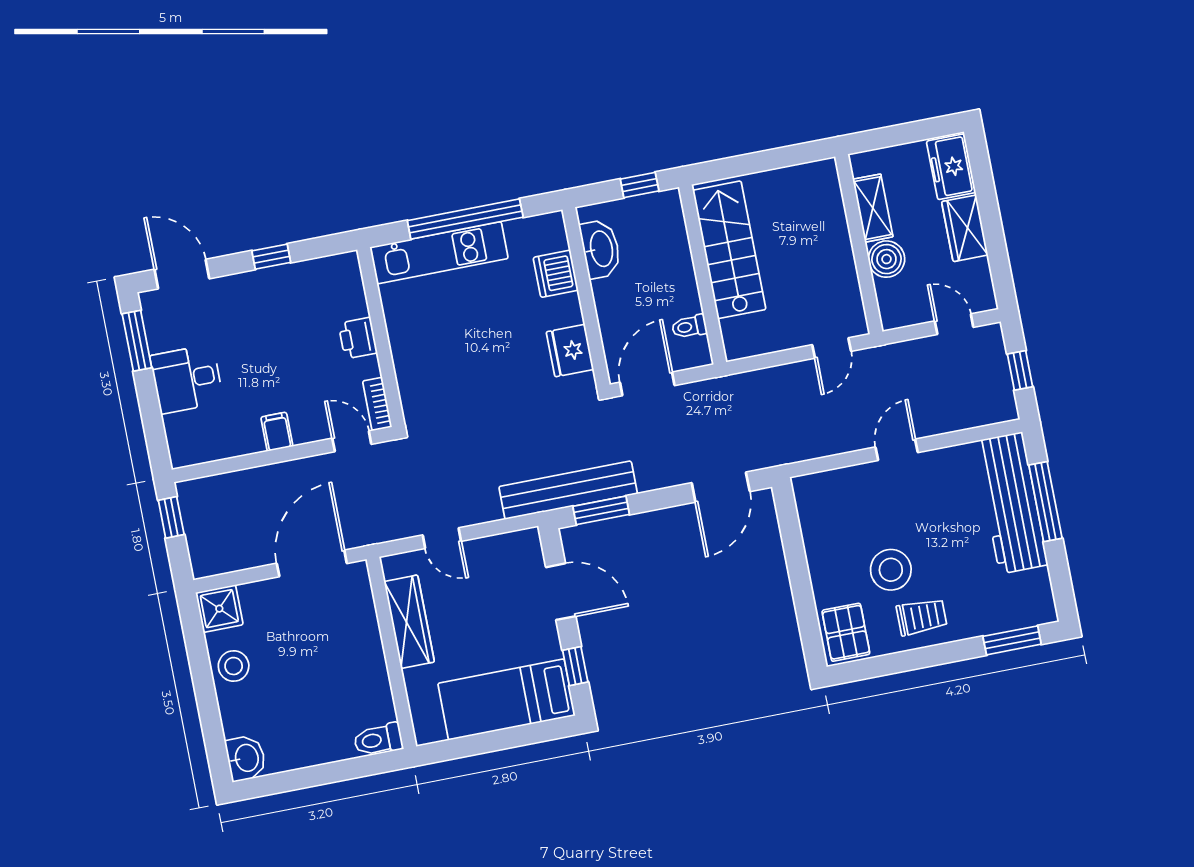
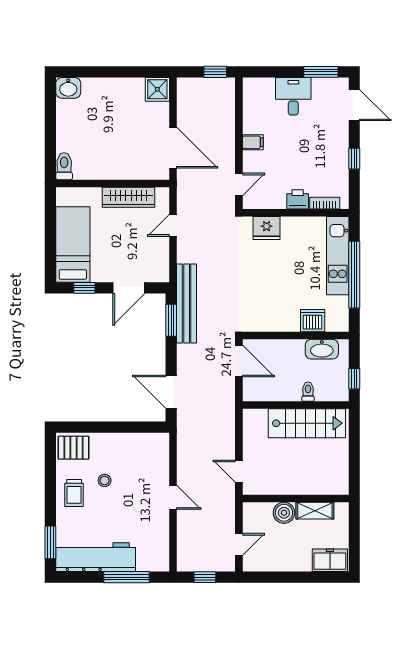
wardrobe: (965, 228) -> (293, 561), removed
door: (182, 274) -> (354, 105), hinge flipped
toilet: (689, 327) -> (308, 392), moved
fridge: (570, 351) -> (267, 228), moved, turned 180
bookcase: (377, 404) -> (325, 203), moved
workbench: (1011, 503) -> (96, 557), moved
stool: (891, 570) -> (105, 480), width x0.53, depth x0.53
stool: (234, 666) -> (123, 91), removed

